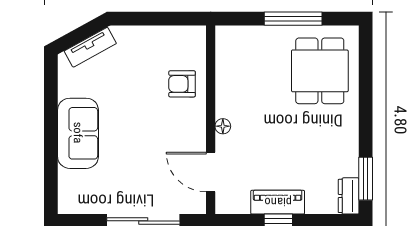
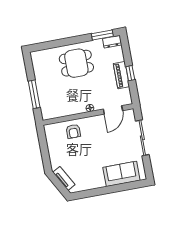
window: (293, 19) -> (34, 94), moved
dining table: (320, 71) -> (76, 63), moved
sofa: (78, 133) -> (121, 174), moved

